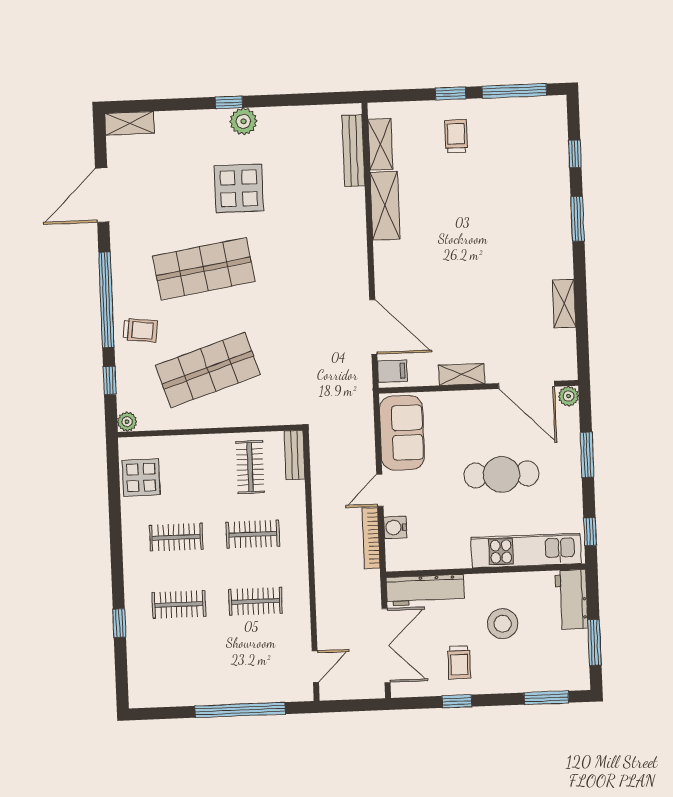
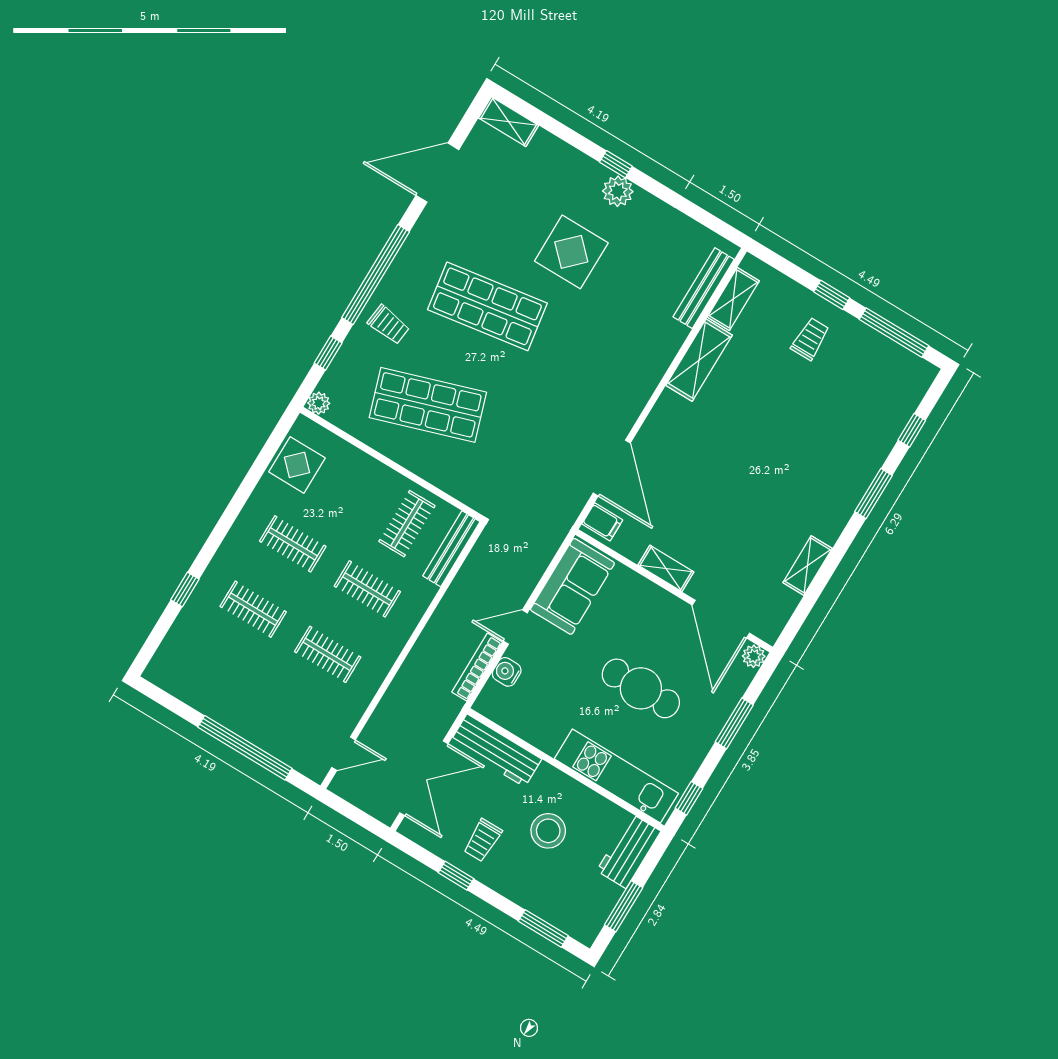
bench: (295, 455) -> (451, 549), width x1.36

